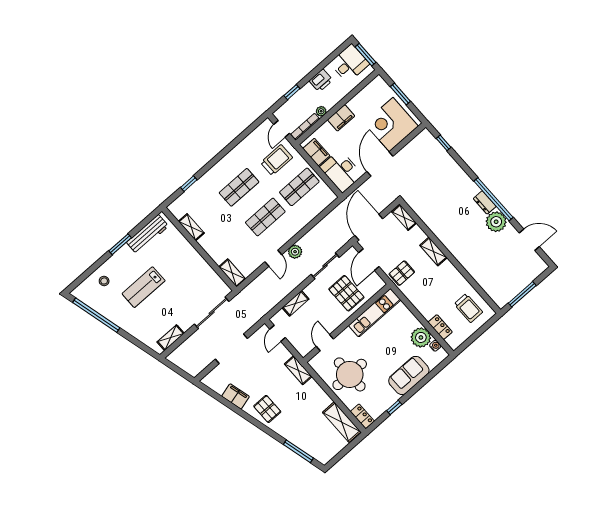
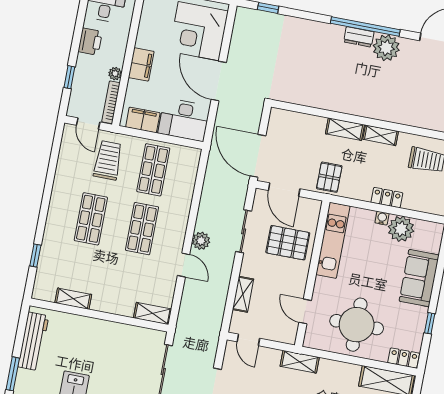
shelving: (404, 217) -> (381, 135), moved
locker: (440, 327) -> (387, 198), moved
water cooler: (435, 346) -> (382, 218), moved

